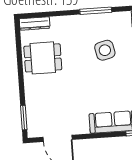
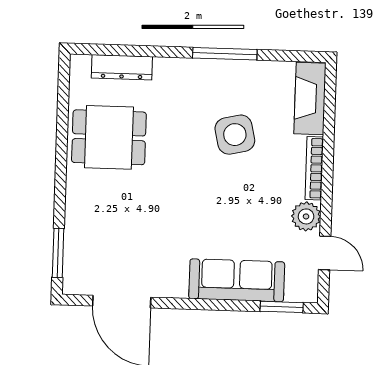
dresser: (35, 24) -> (122, 67), moved

